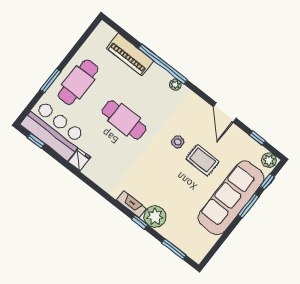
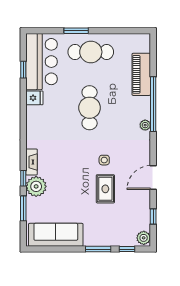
window: (36, 141) -> (23, 70), moved
sofa: (231, 198) -> (56, 235), moved, width x0.74, depth x0.79
window: (174, 249) -> (23, 208), moved

